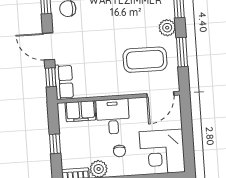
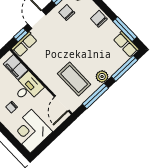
window: (182, 52) -> (95, 96), width x1.44
door: (160, 94) -> (62, 104), hinge flipped

